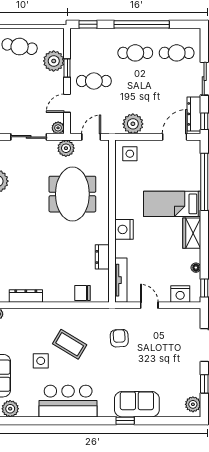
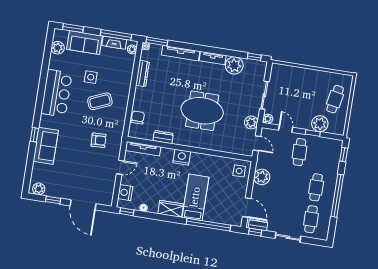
dresser: (194, 114) -> (258, 224), width x0.70
meeting table: (72, 194) -> (202, 111), moved
coffee table: (70, 344) -> (100, 101), turned 36

